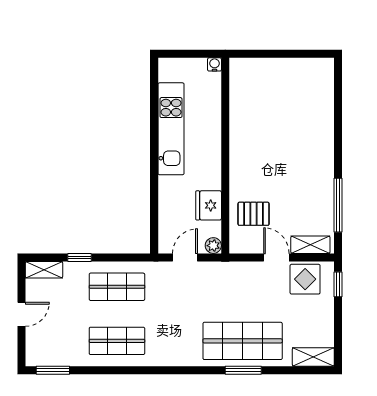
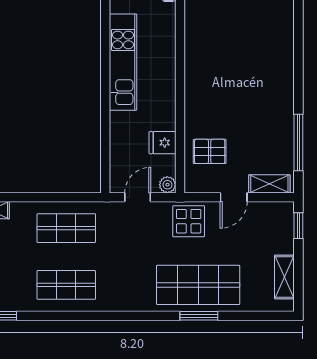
fridge: (209, 205) -> (163, 143), width x0.72
window: (80, 257) -> (27, 197), removed
door: (276, 257) -> (234, 197), swing flipped
display table: (305, 279) -> (189, 221), moved
shelving: (313, 357) -> (284, 277), moved, turned 90

